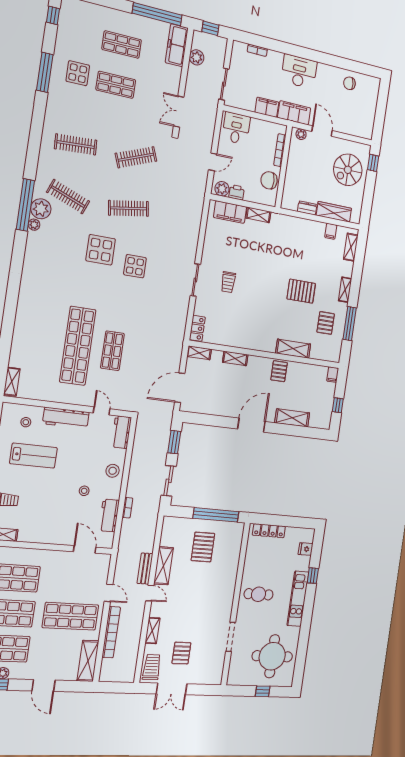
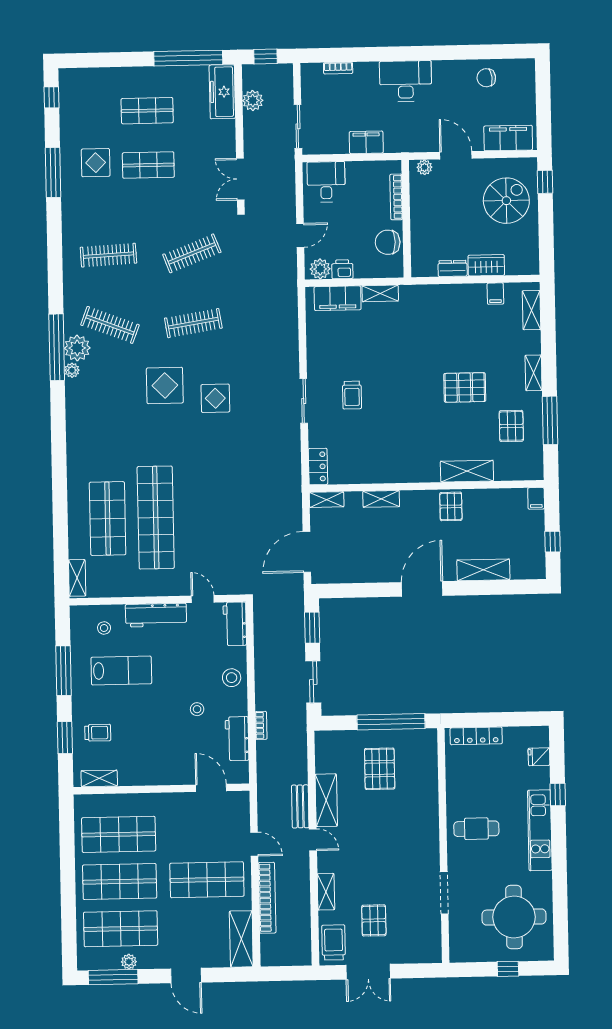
filing cabinet: (294, 113) -> (508, 138), moved
spiral stairs: (348, 170) -> (506, 201), turned 180
wardrobe: (334, 212) -> (486, 265), width x0.67
shop shelf: (112, 351) -> (108, 519), moved, width x1.43, depth x1.36

